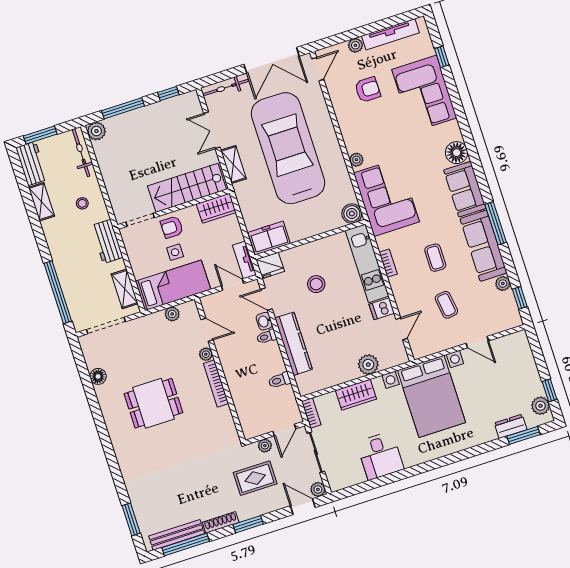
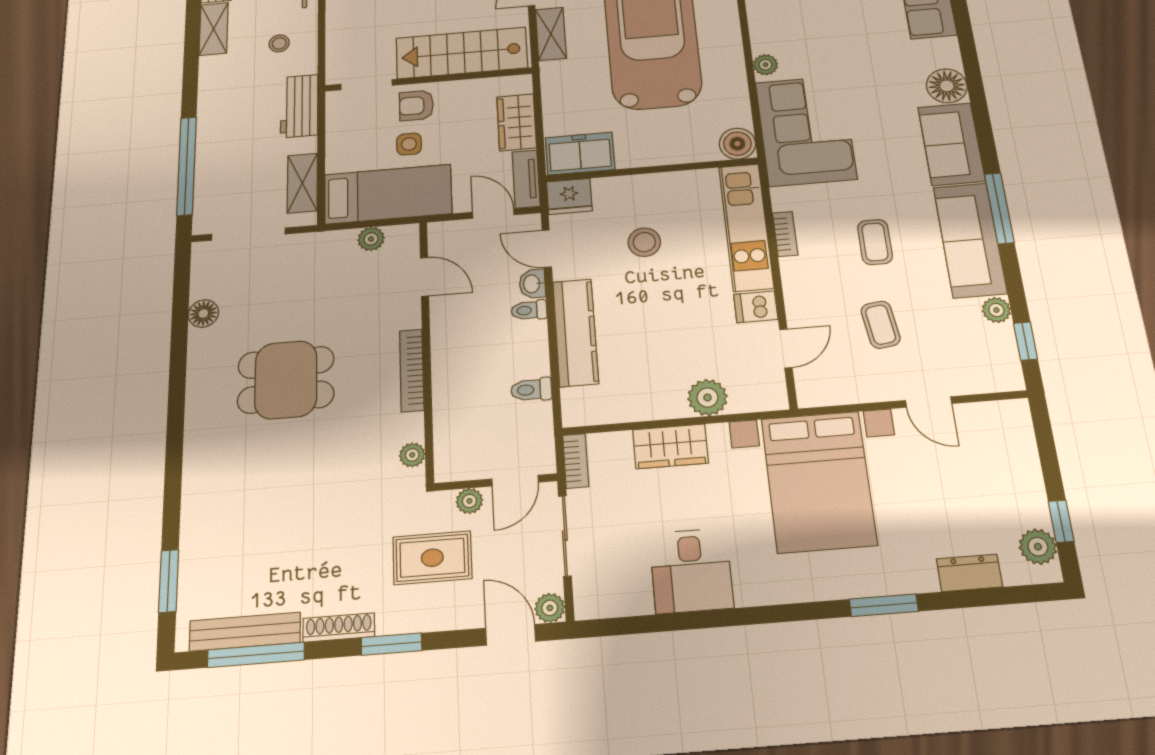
wardrobe: (216, 208) -> (517, 122), moved, turned 90
plant: (206, 354) -> (412, 455), moved
window: (523, 435) -> (884, 605), moved

